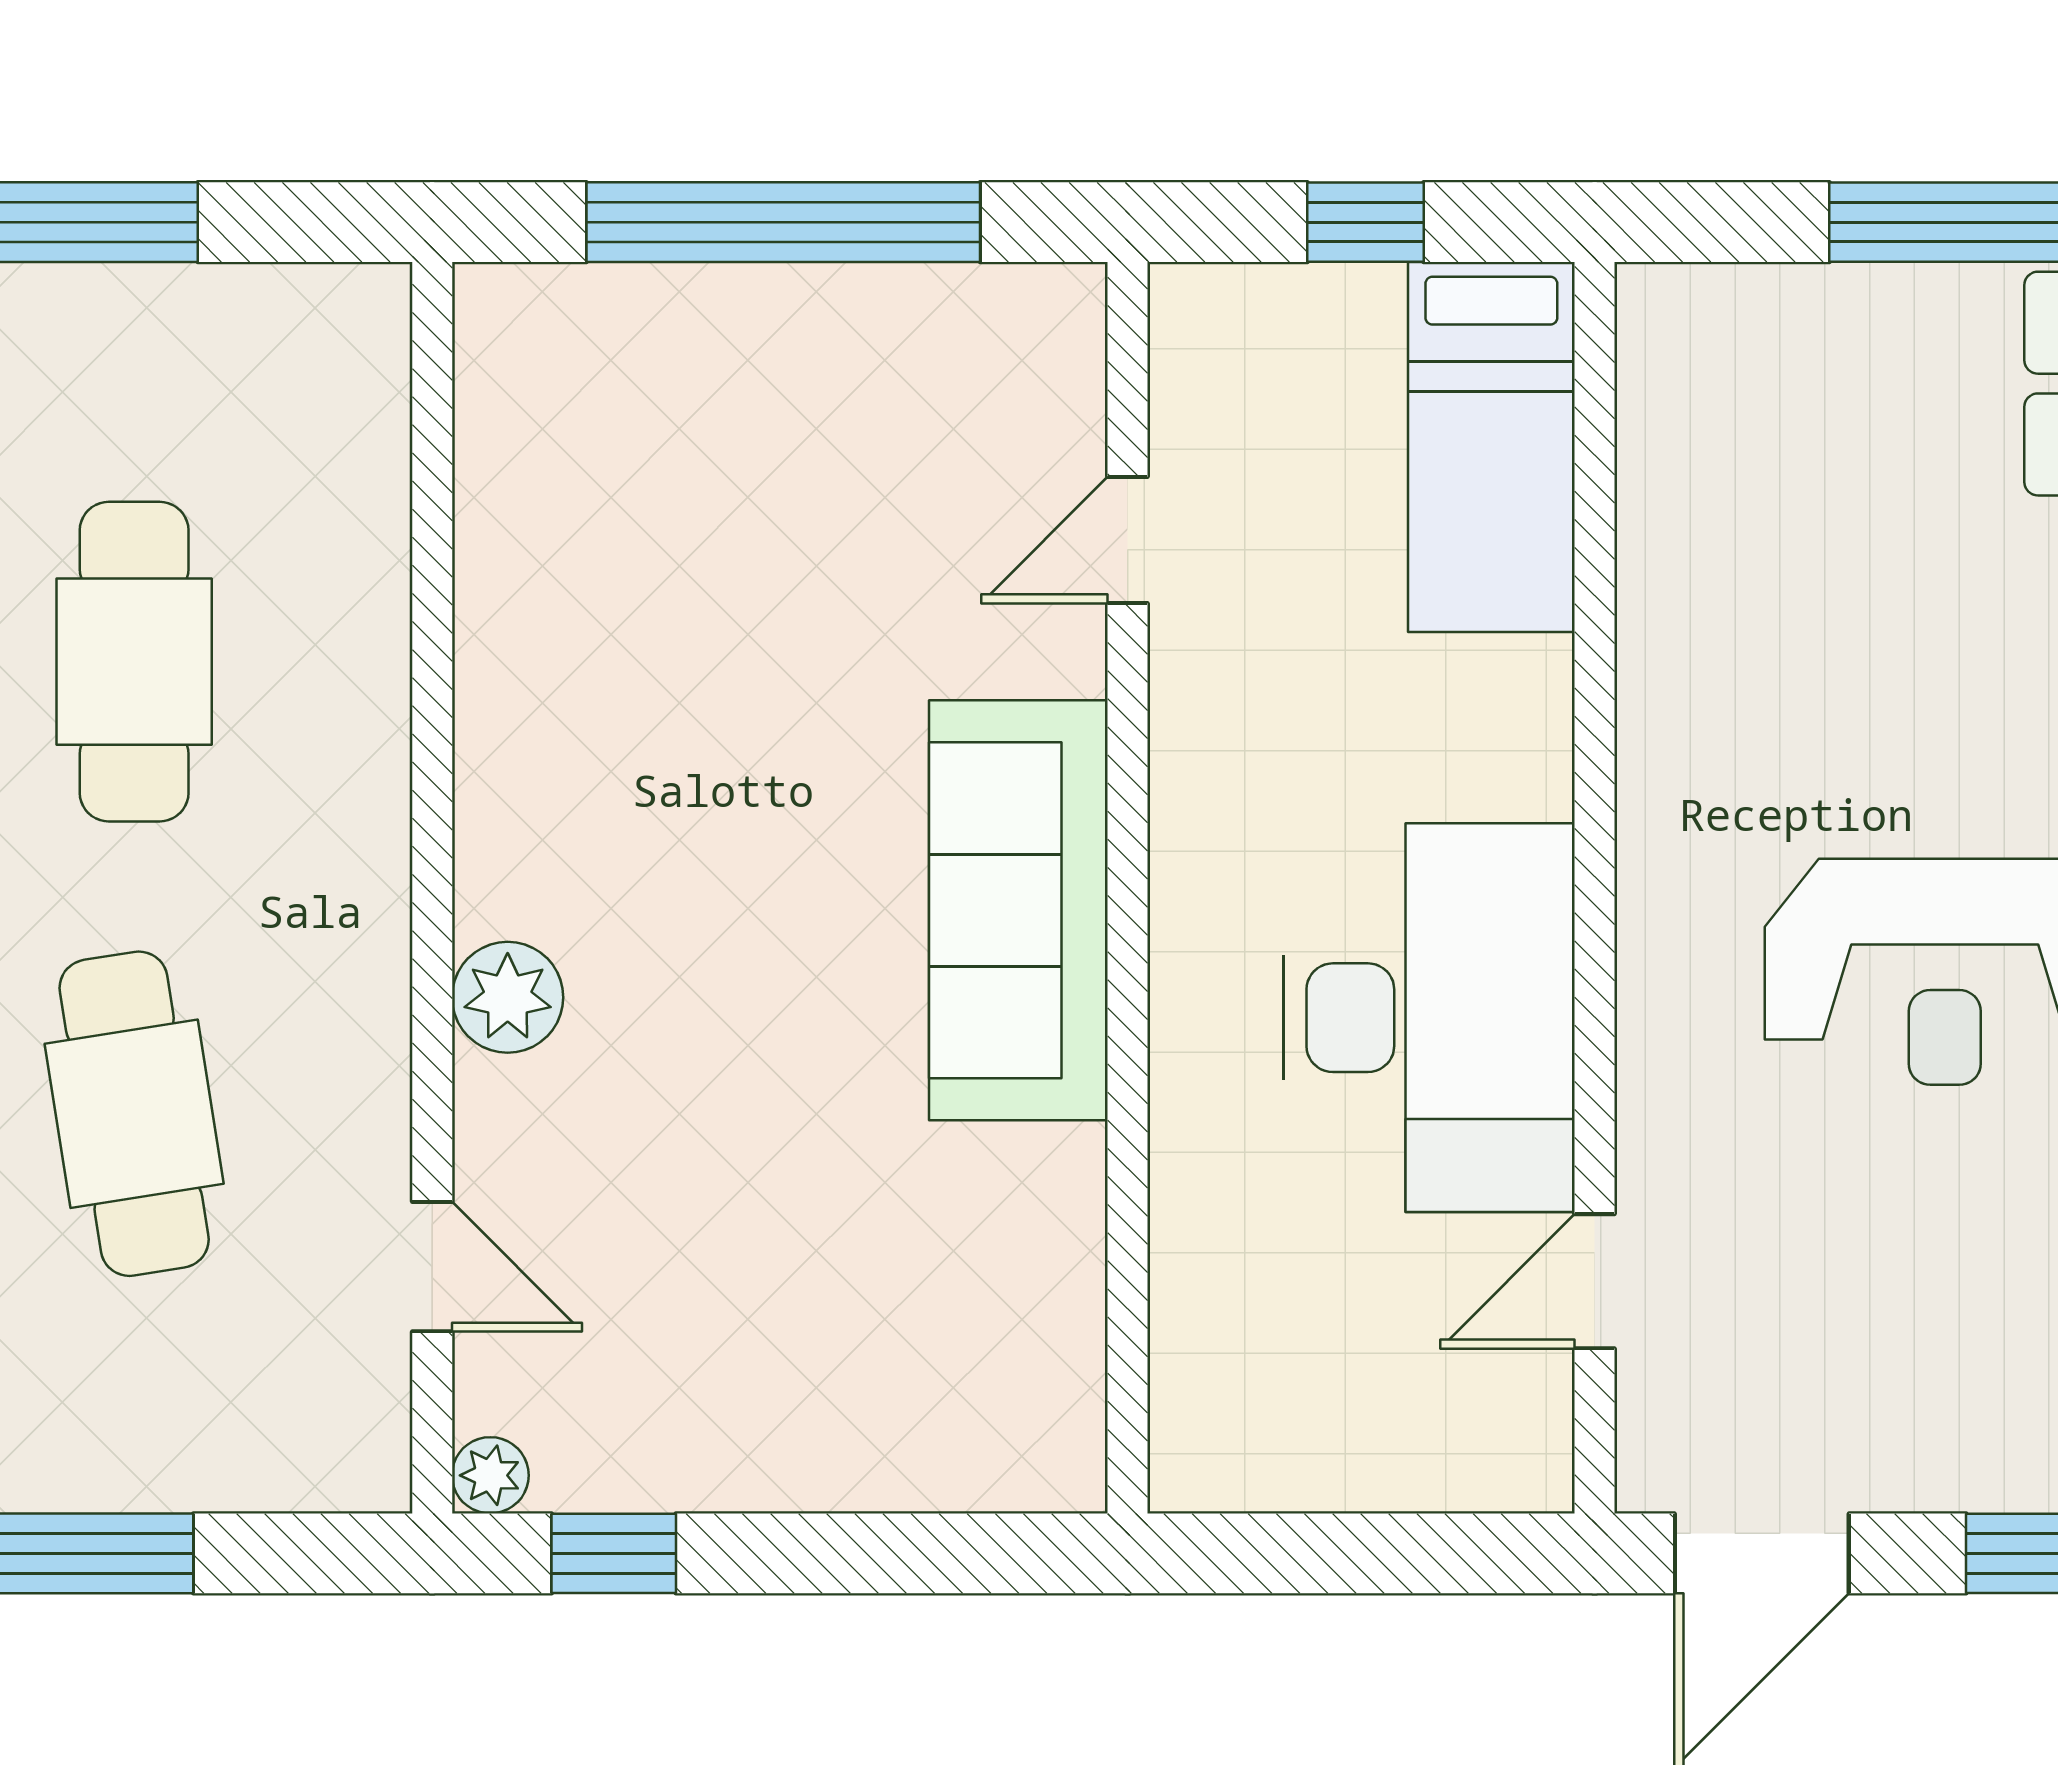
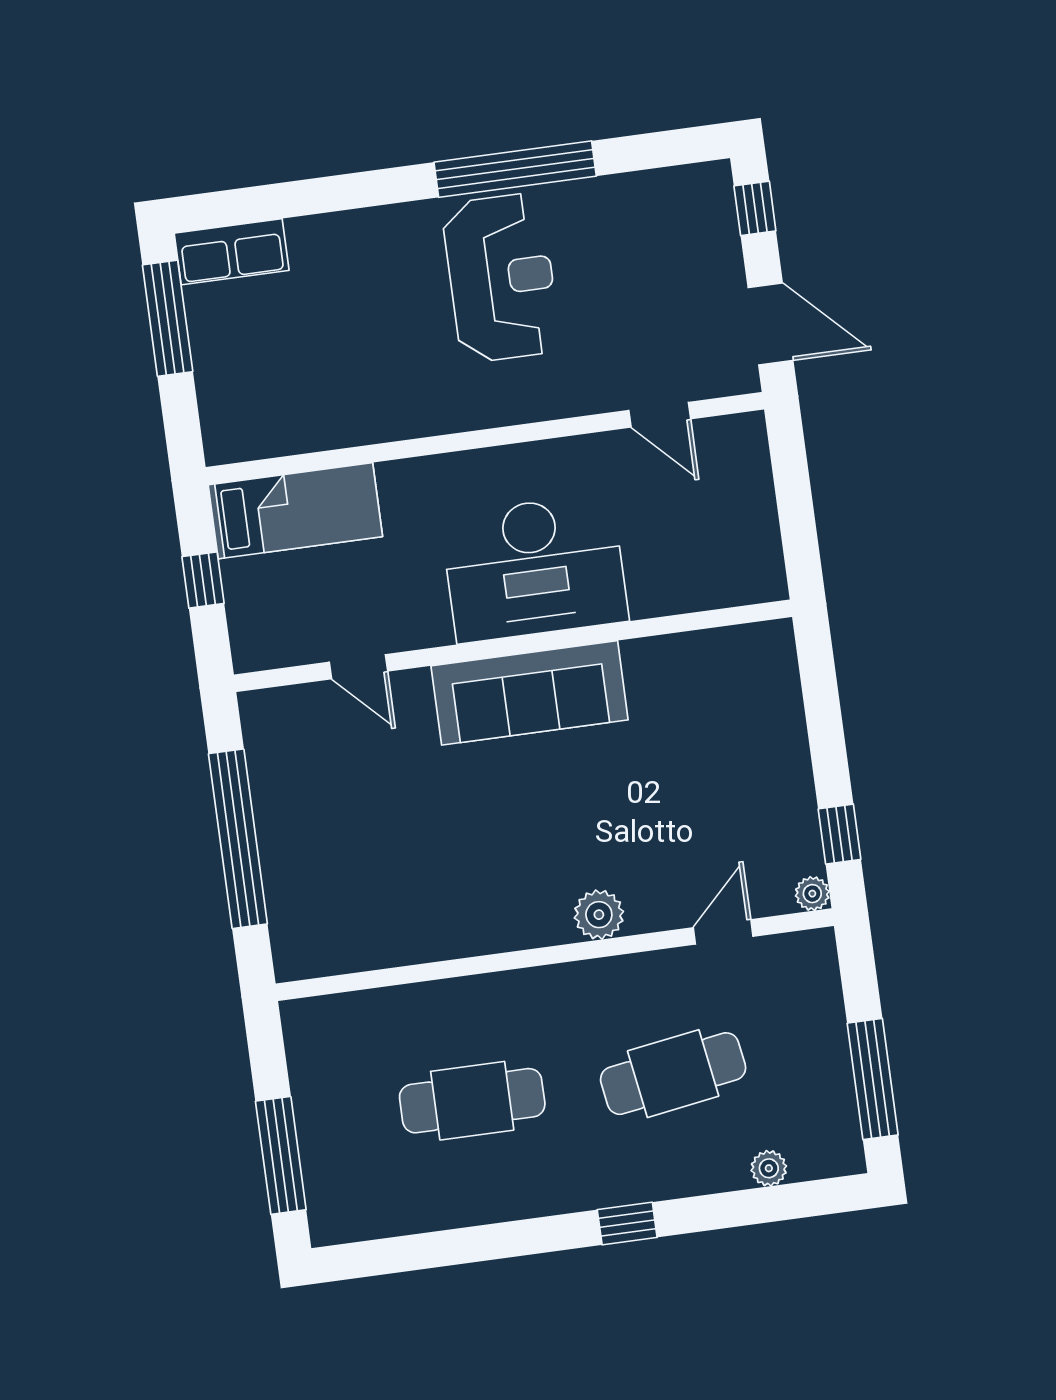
desk: (1429, 1018) -> (534, 568), moved, turned 180

